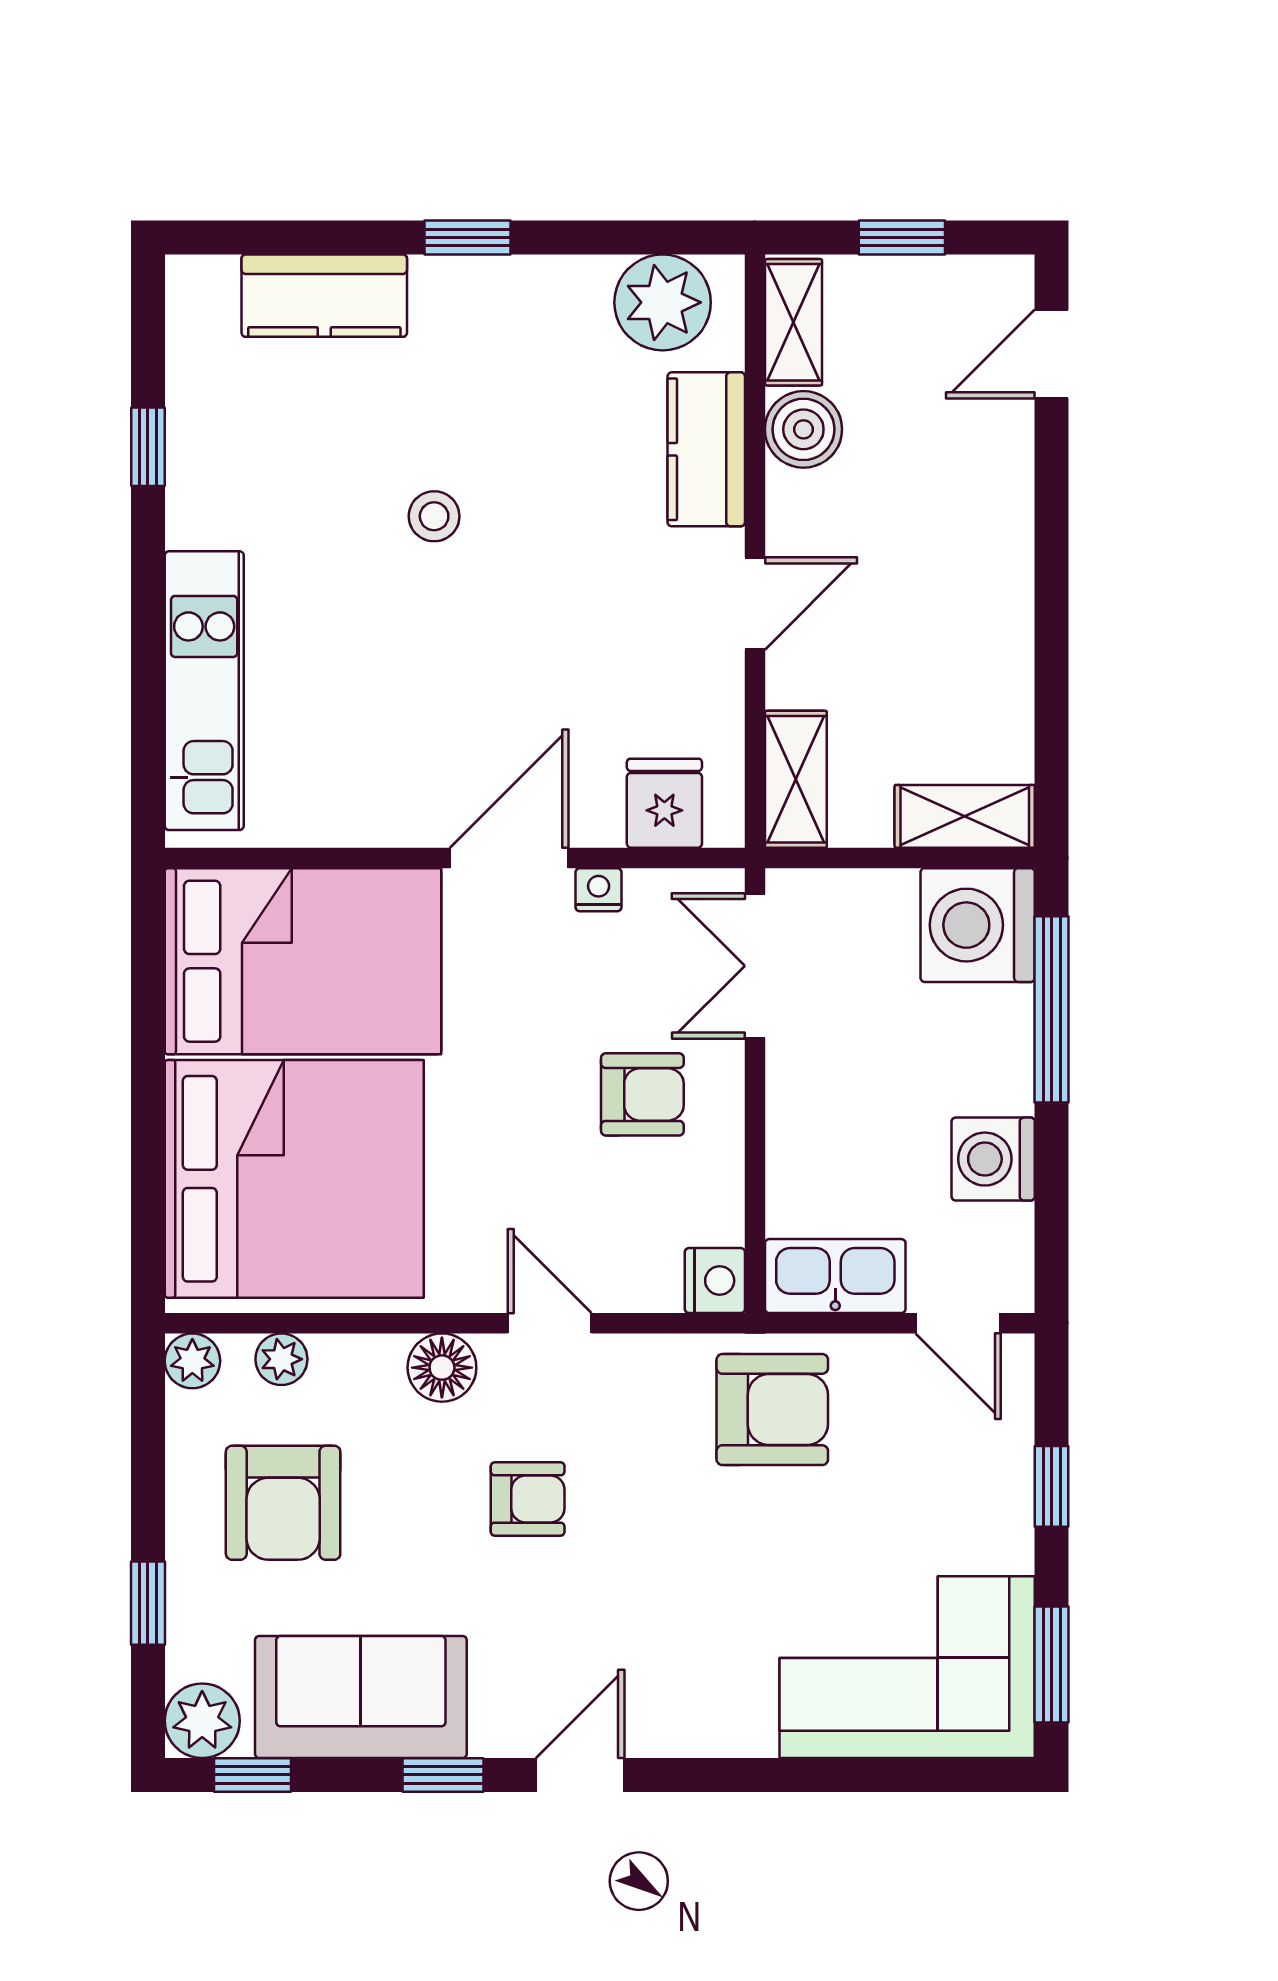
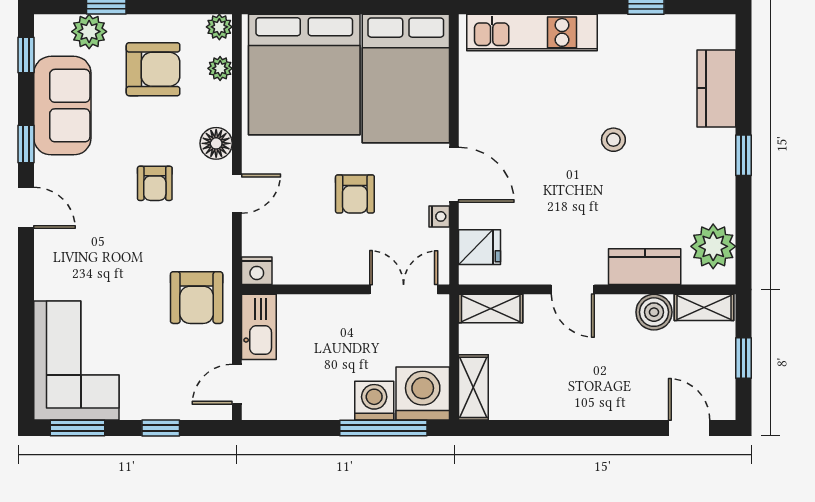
armchair: (642, 1094) -> (355, 194), moved
washing machine: (993, 1159) -> (374, 401), moved
armchair: (283, 1503) -> (153, 69), turned 180
plant: (202, 1721) -> (89, 32), moved

